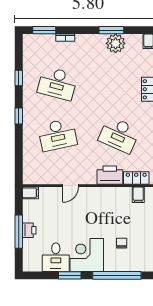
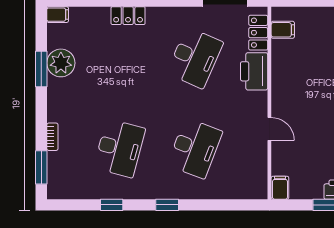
desk: (57, 135) -> (195, 148), turned 33

